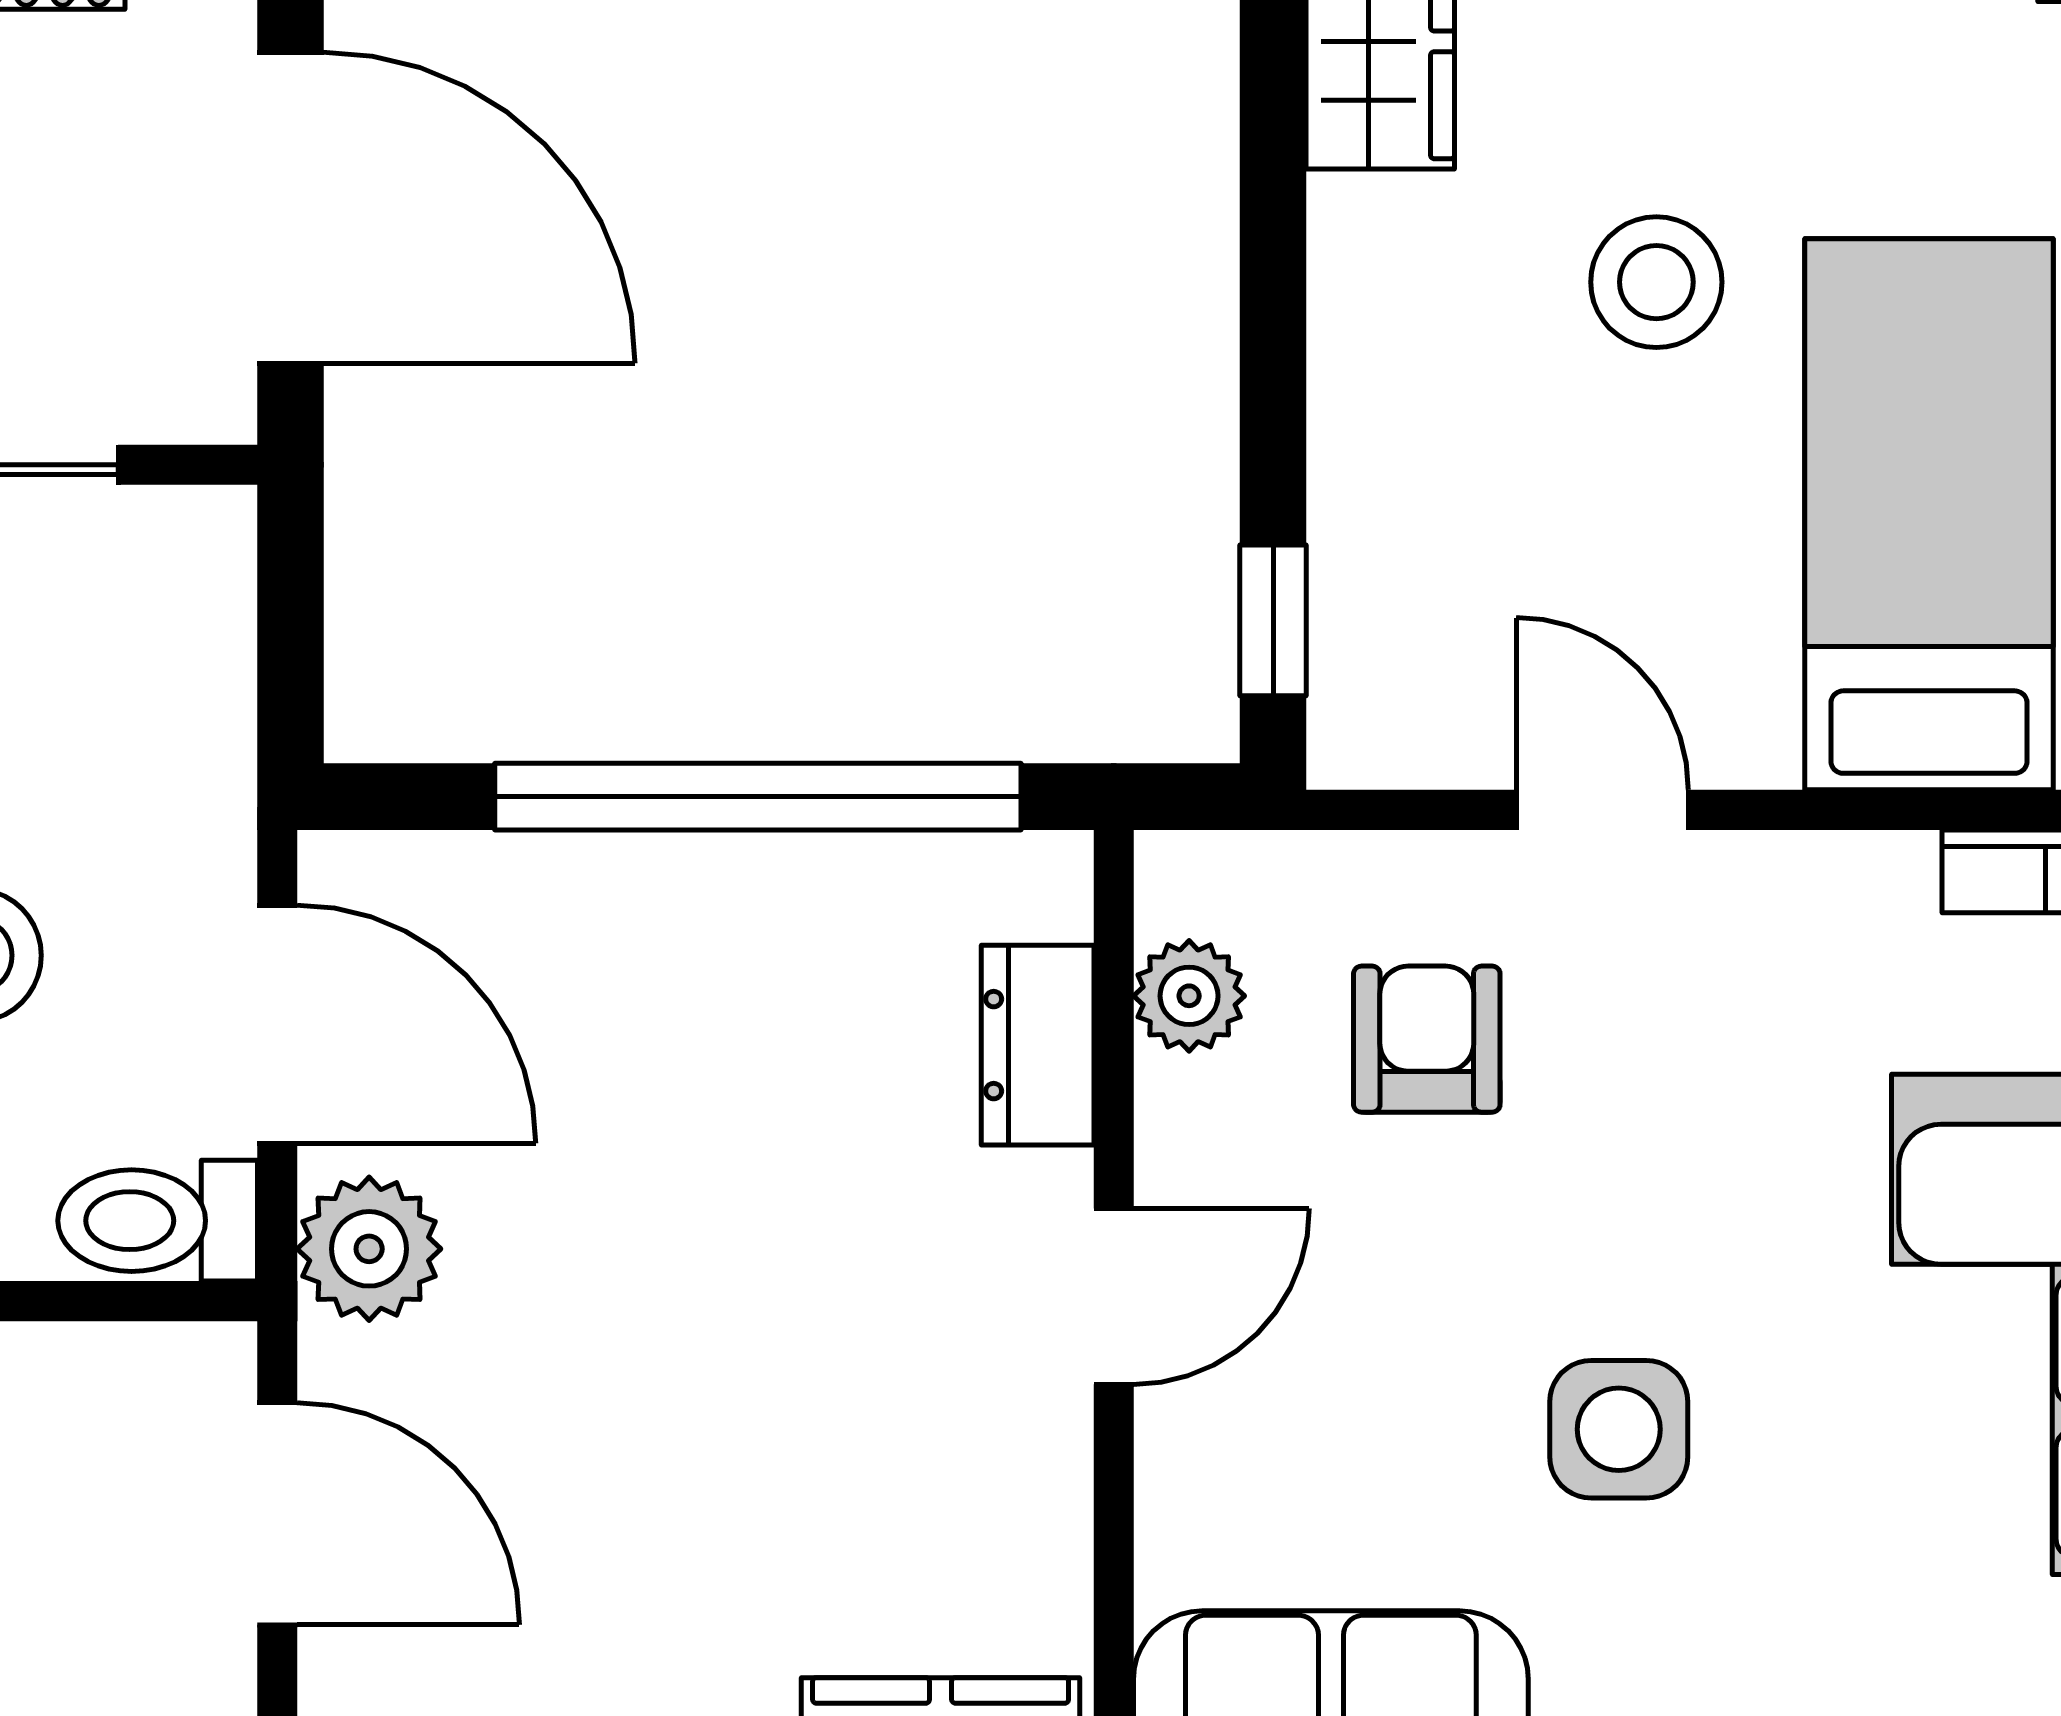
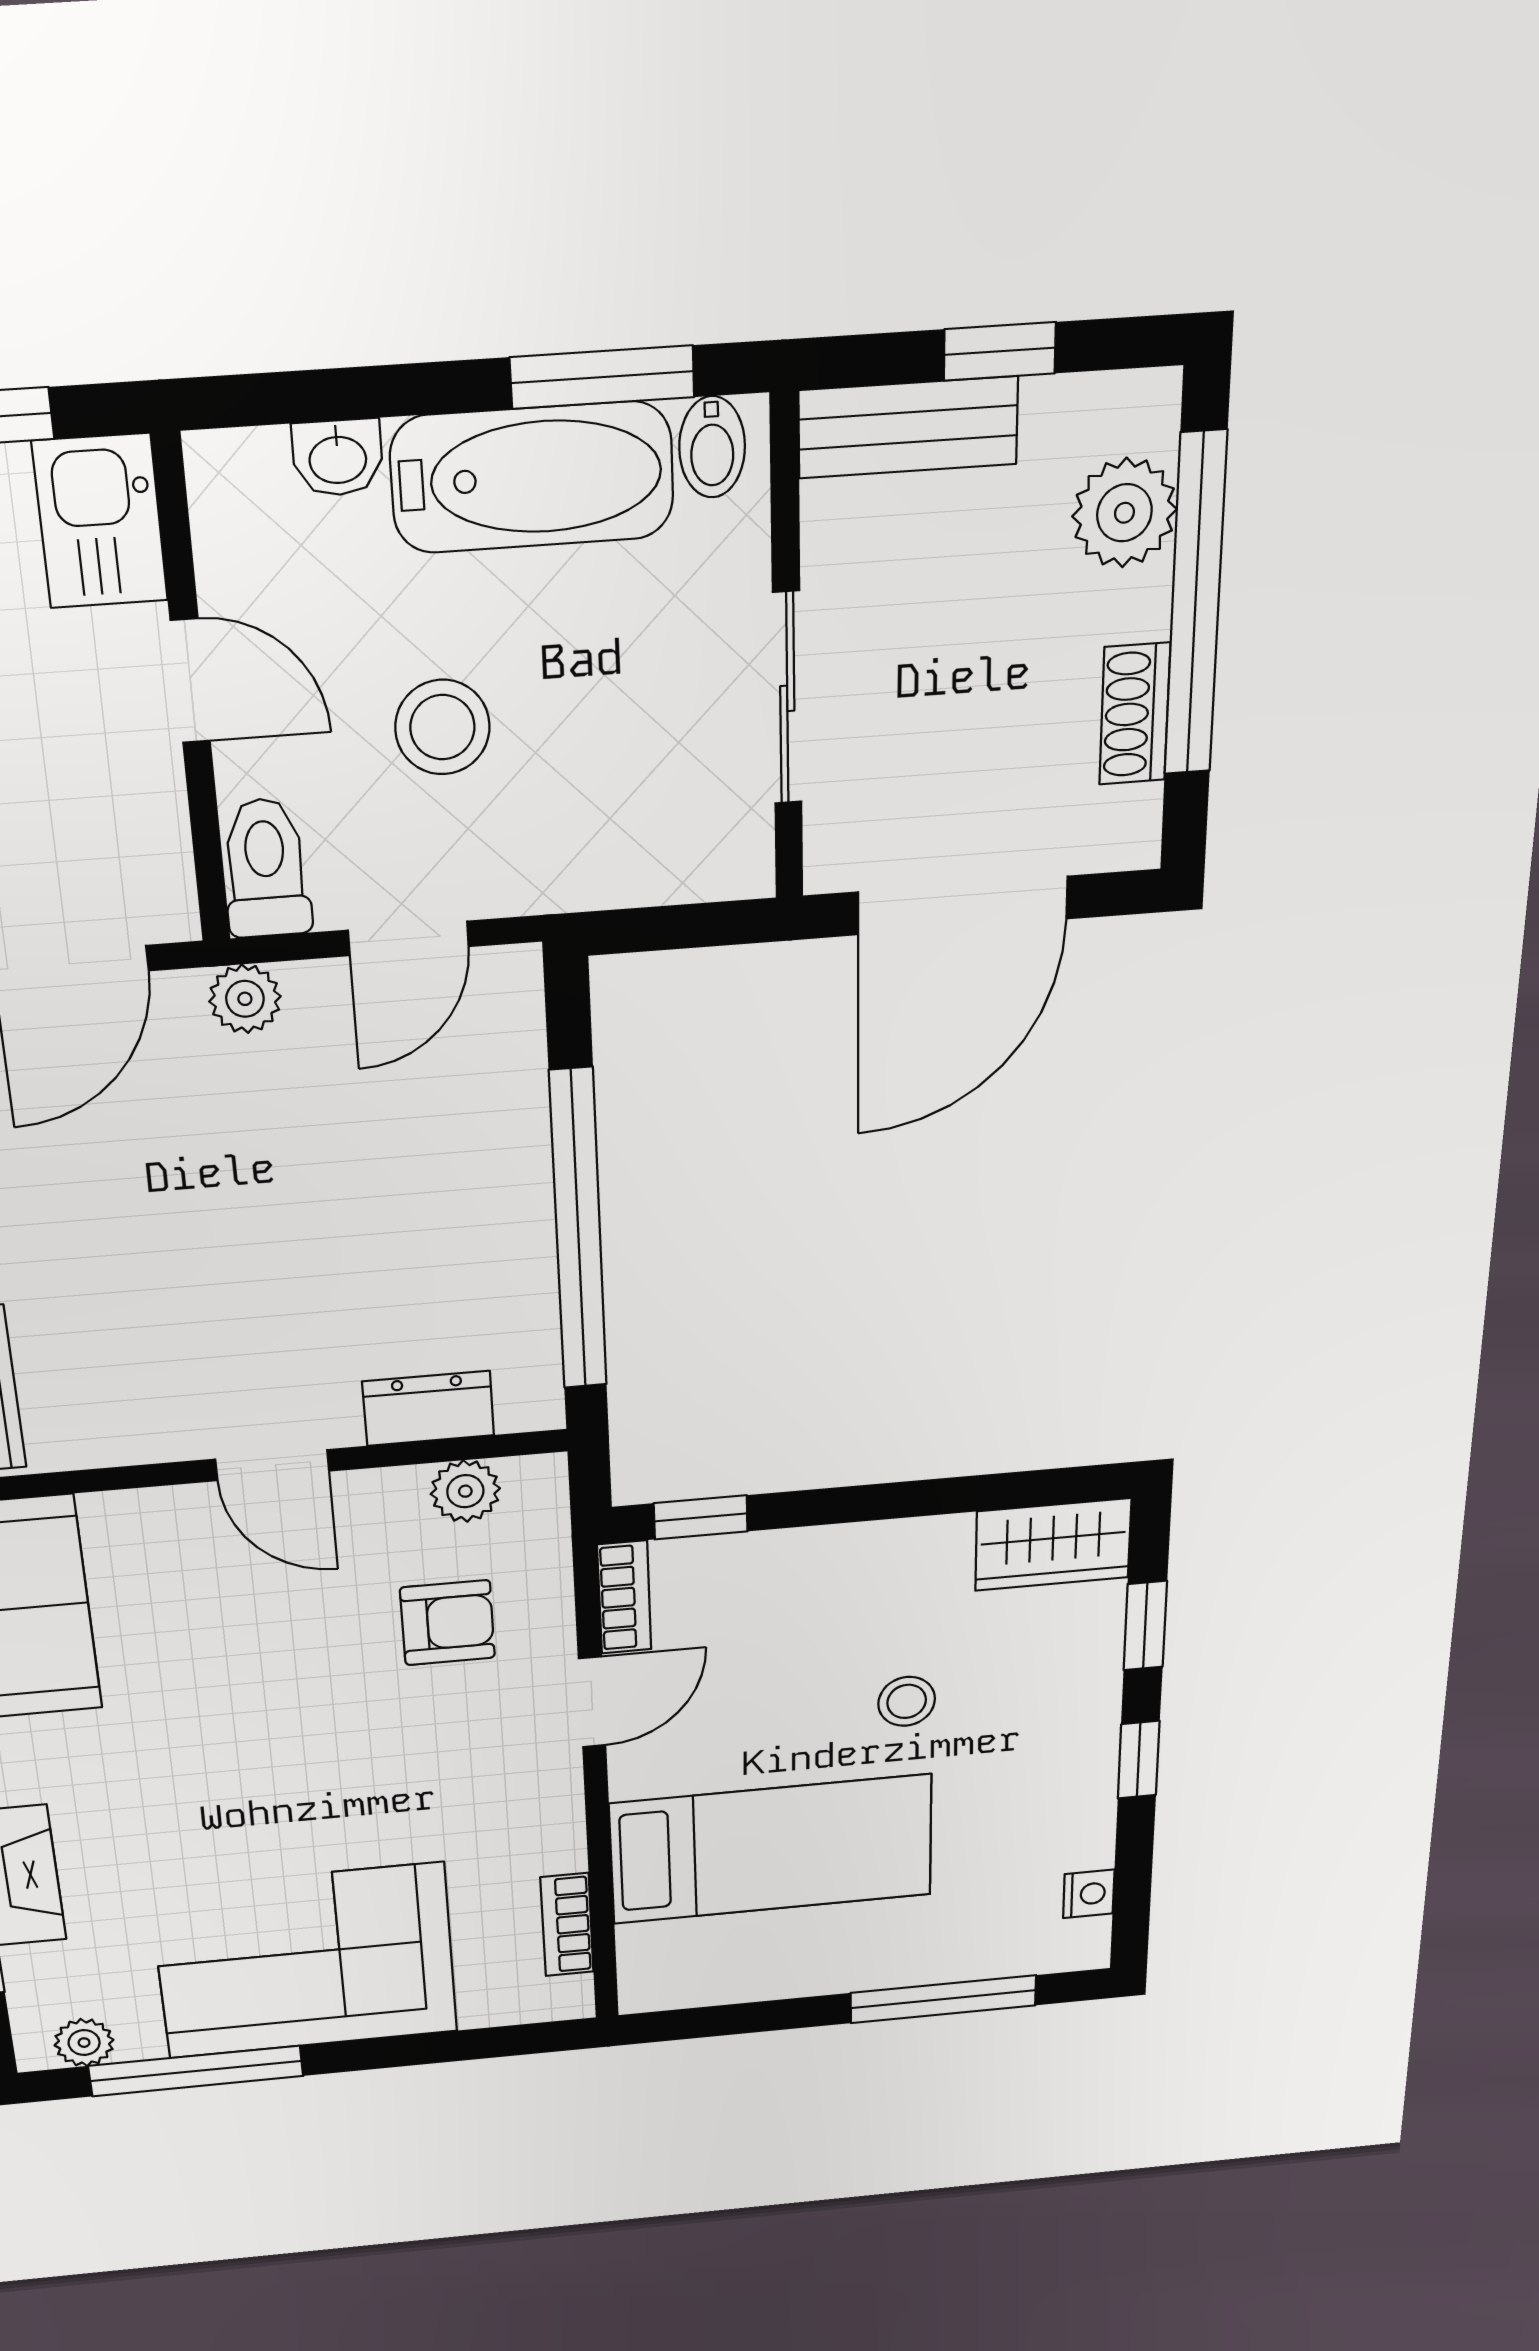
stool: (1656, 282) -> (907, 1701), width x0.73, depth x0.73
bookcase: (1408, 749) -> (624, 1597), added
door: (277, 1024) -> (408, 938), width x0.73
plant: (369, 1249) -> (245, 999), width x0.73, depth x0.73
side table: (1619, 1429) -> (219, 1744), removed

